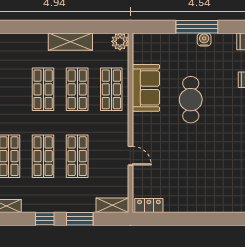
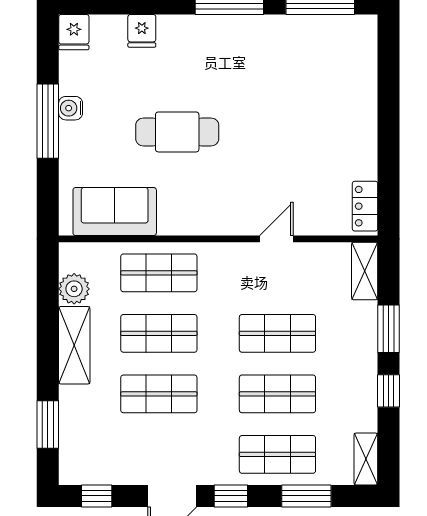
window: (26, 27) -> (48, 424), added
plant: (120, 41) -> (74, 289), moved
sofa: (146, 88) -> (115, 212), moved

